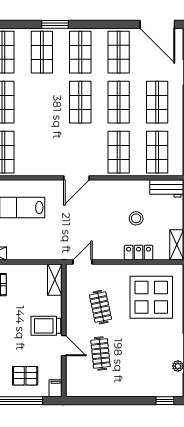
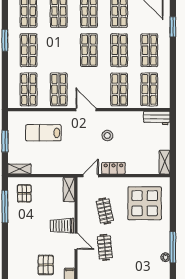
shop shelf: (42, 152) -> (59, 89), added
door: (77, 178) -> (86, 110), swing flipped
stool: (136, 218) -> (107, 136), moved
locker: (139, 253) -> (113, 168), moved
pallet: (25, 376) -> (46, 265), turned 90

